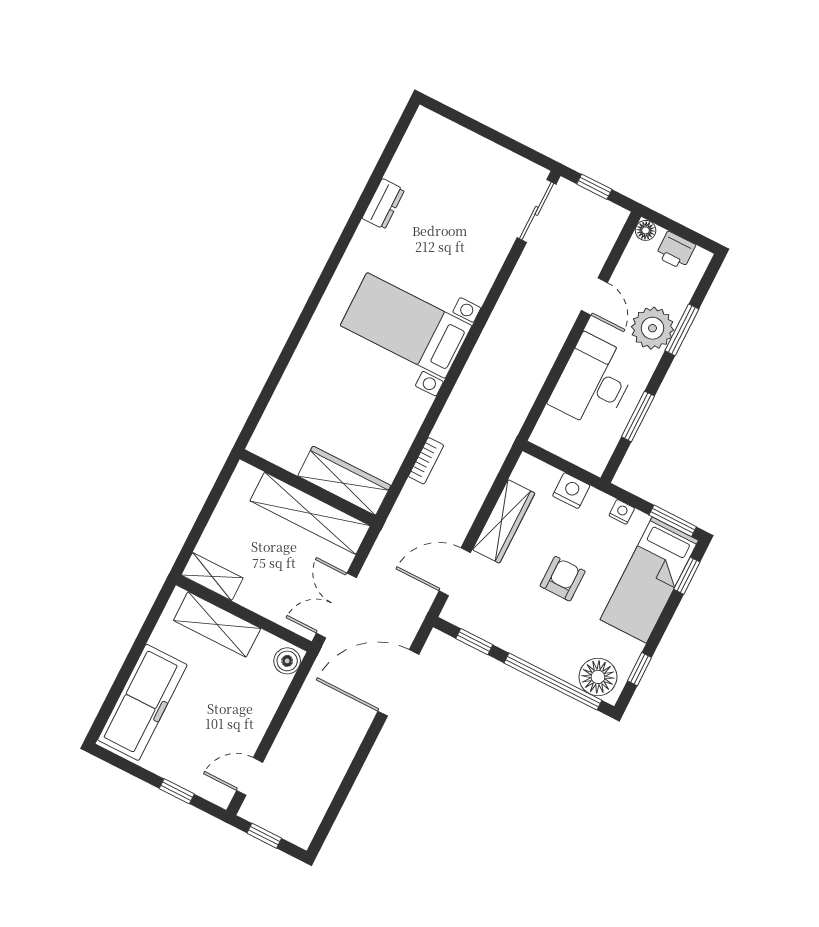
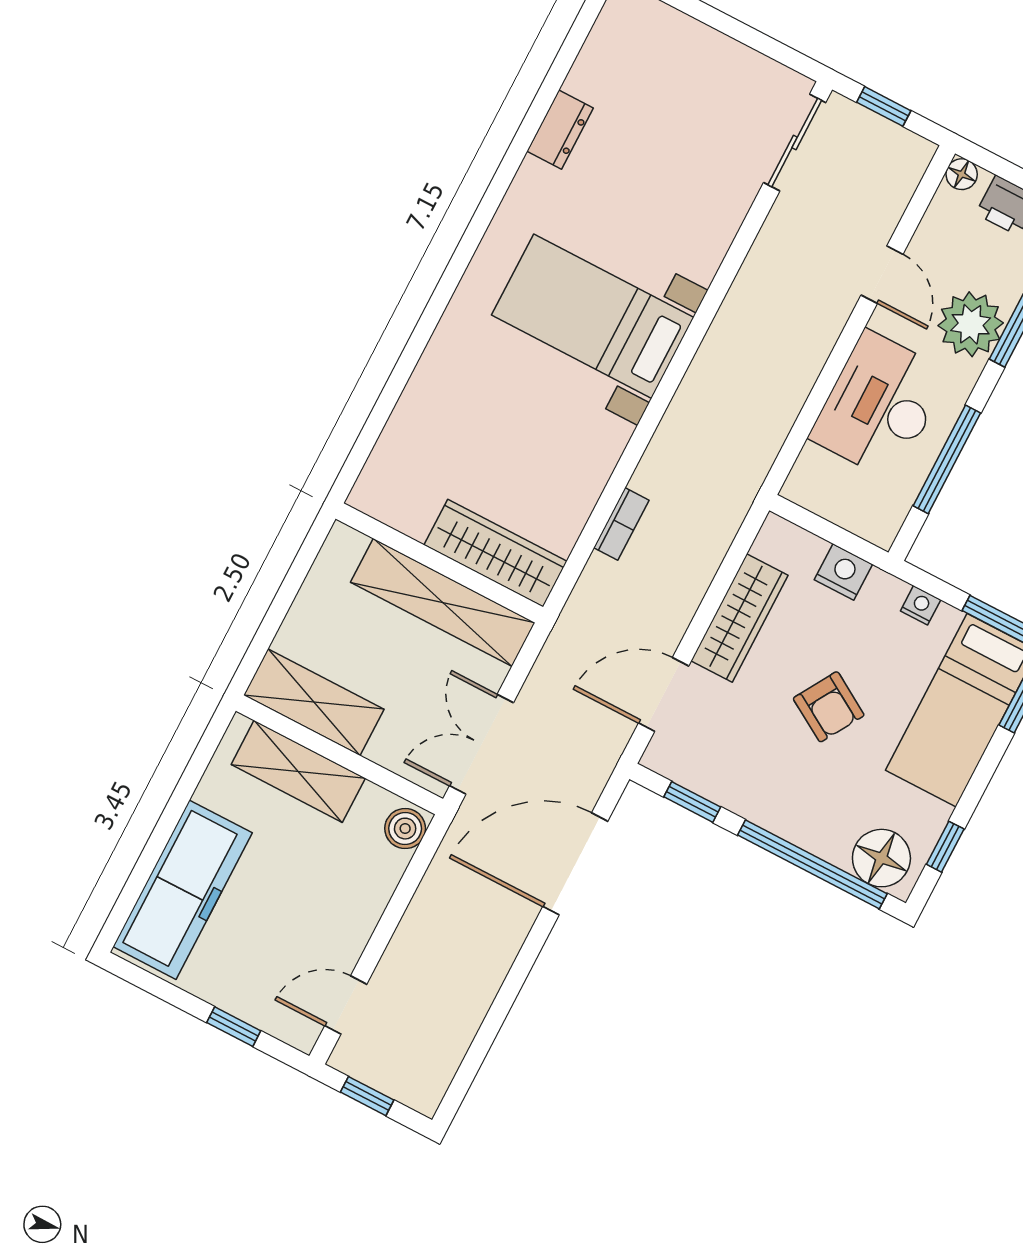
window: (638, 416) -> (947, 459), width x1.44
shelving: (212, 577) -> (314, 702), width x1.50, depth x1.33
armchair: (563, 579) -> (829, 707), turned 121

